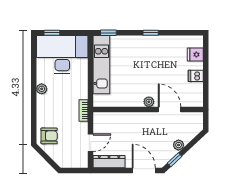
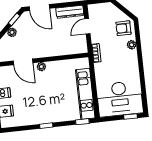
plant: (42, 89) -> (132, 45), moved

